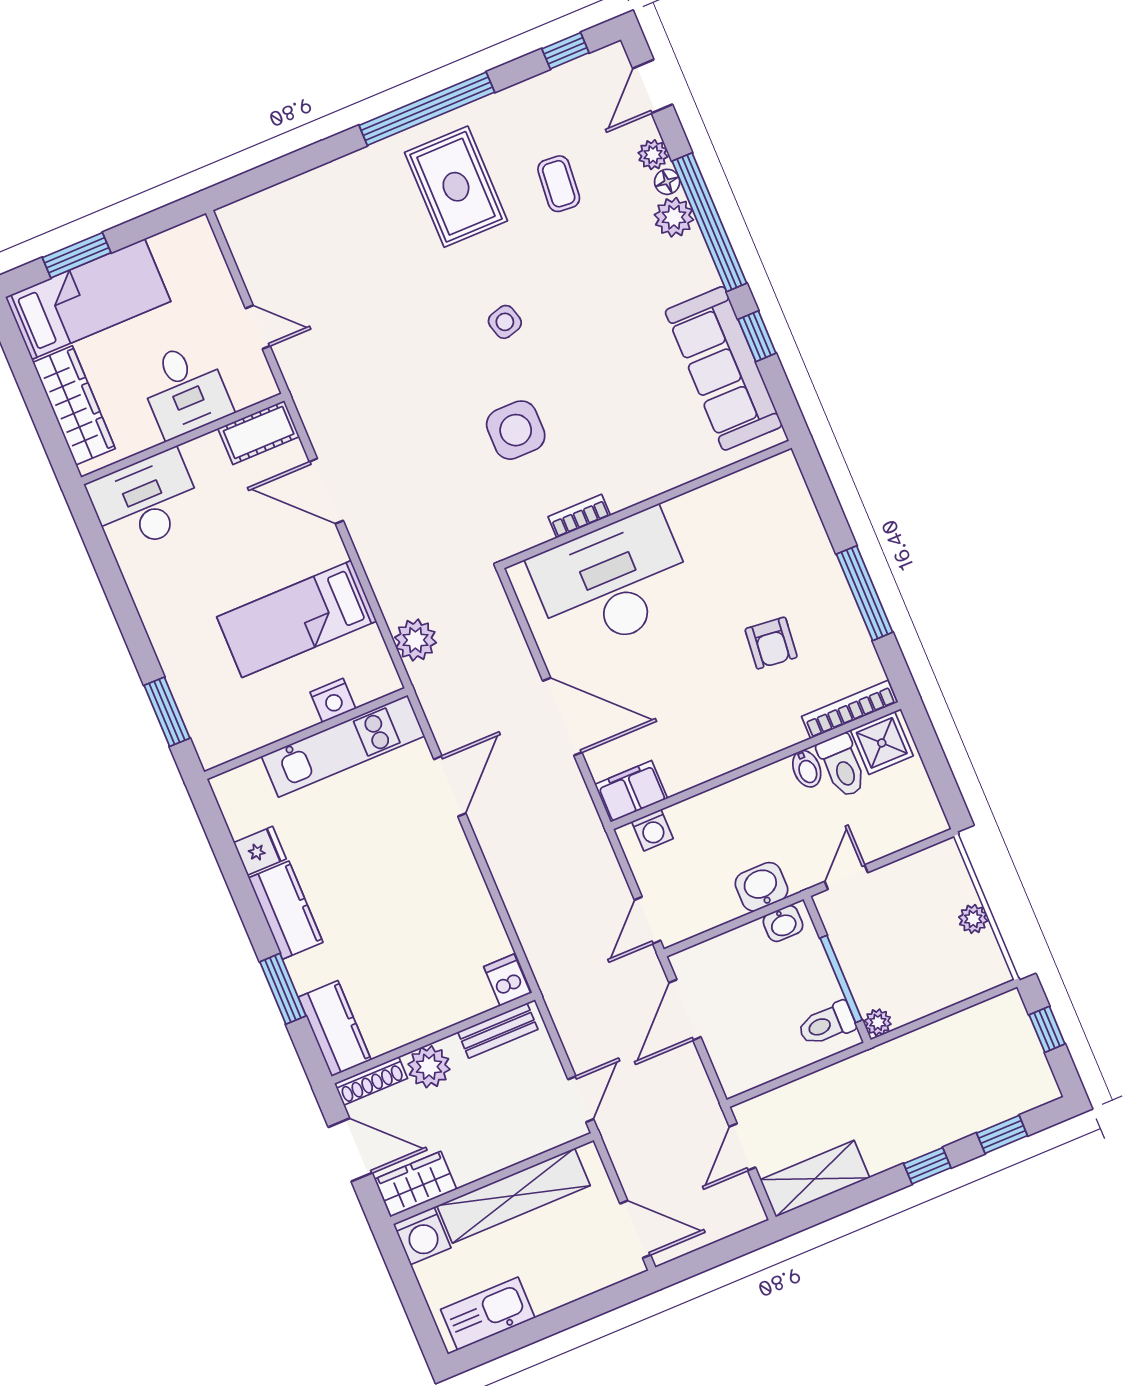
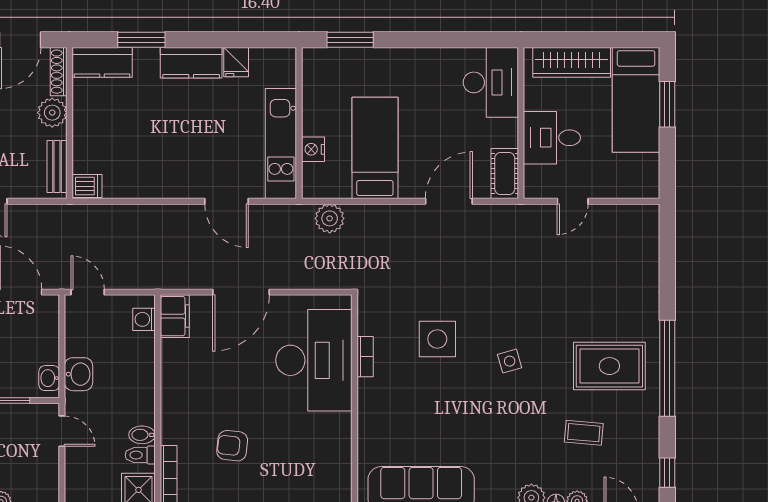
toilet: (842, 766) -> (140, 455), width x0.73, depth x0.72

